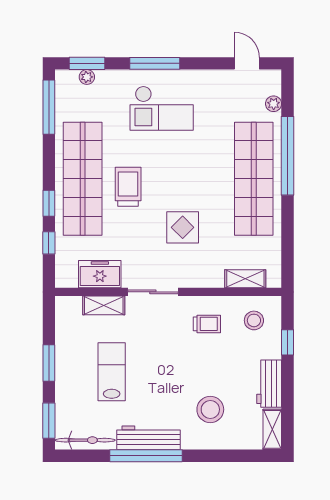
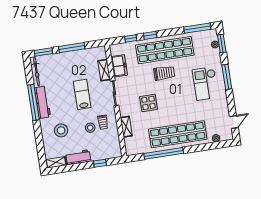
window: (288, 156) -> (164, 153), moved
shelving: (245, 279) -> (126, 127), moved
stool: (254, 320) -> (90, 128), moved
window: (49, 363) -> (72, 48), width x1.44
lab bench: (112, 372) -> (82, 94), moved, turned -90

